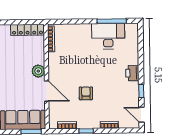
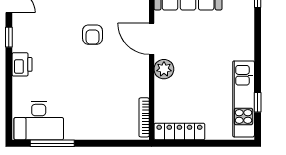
desk: (108, 36) -> (39, 121), moved

